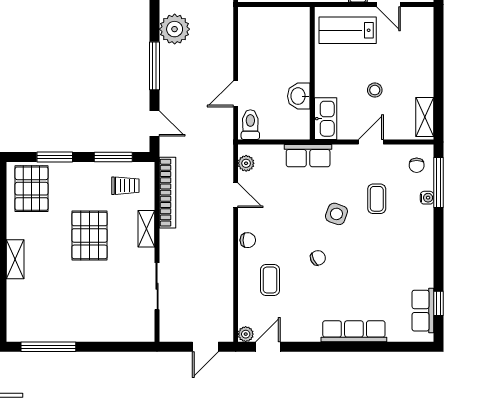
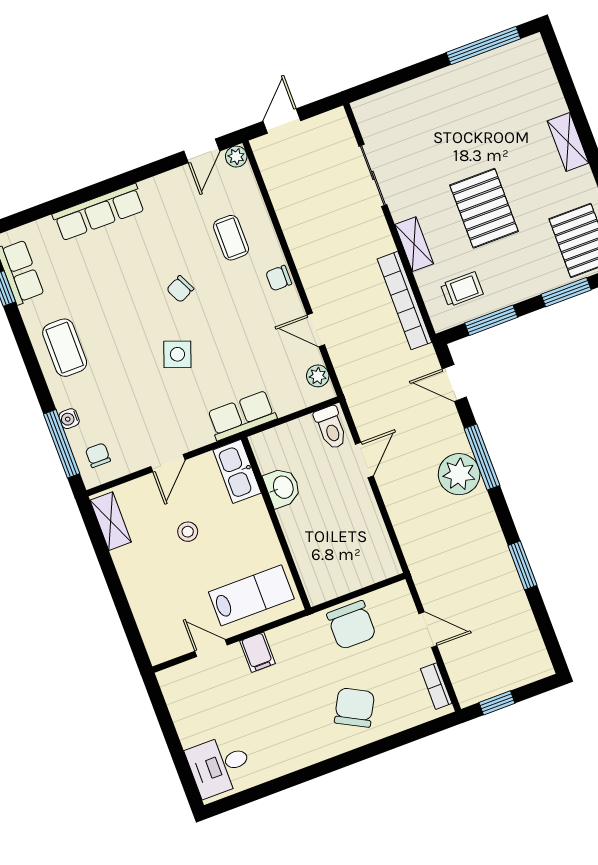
plant: (175, 29) -> (459, 474), moved
trolley: (125, 186) -> (462, 289), turned 180
coffee table: (377, 199) -> (65, 348), moved, width x1.36, depth x1.30

